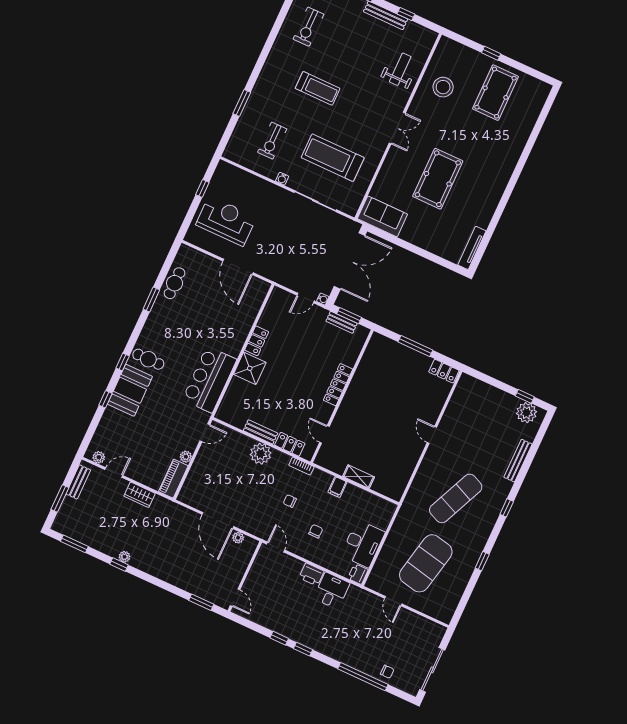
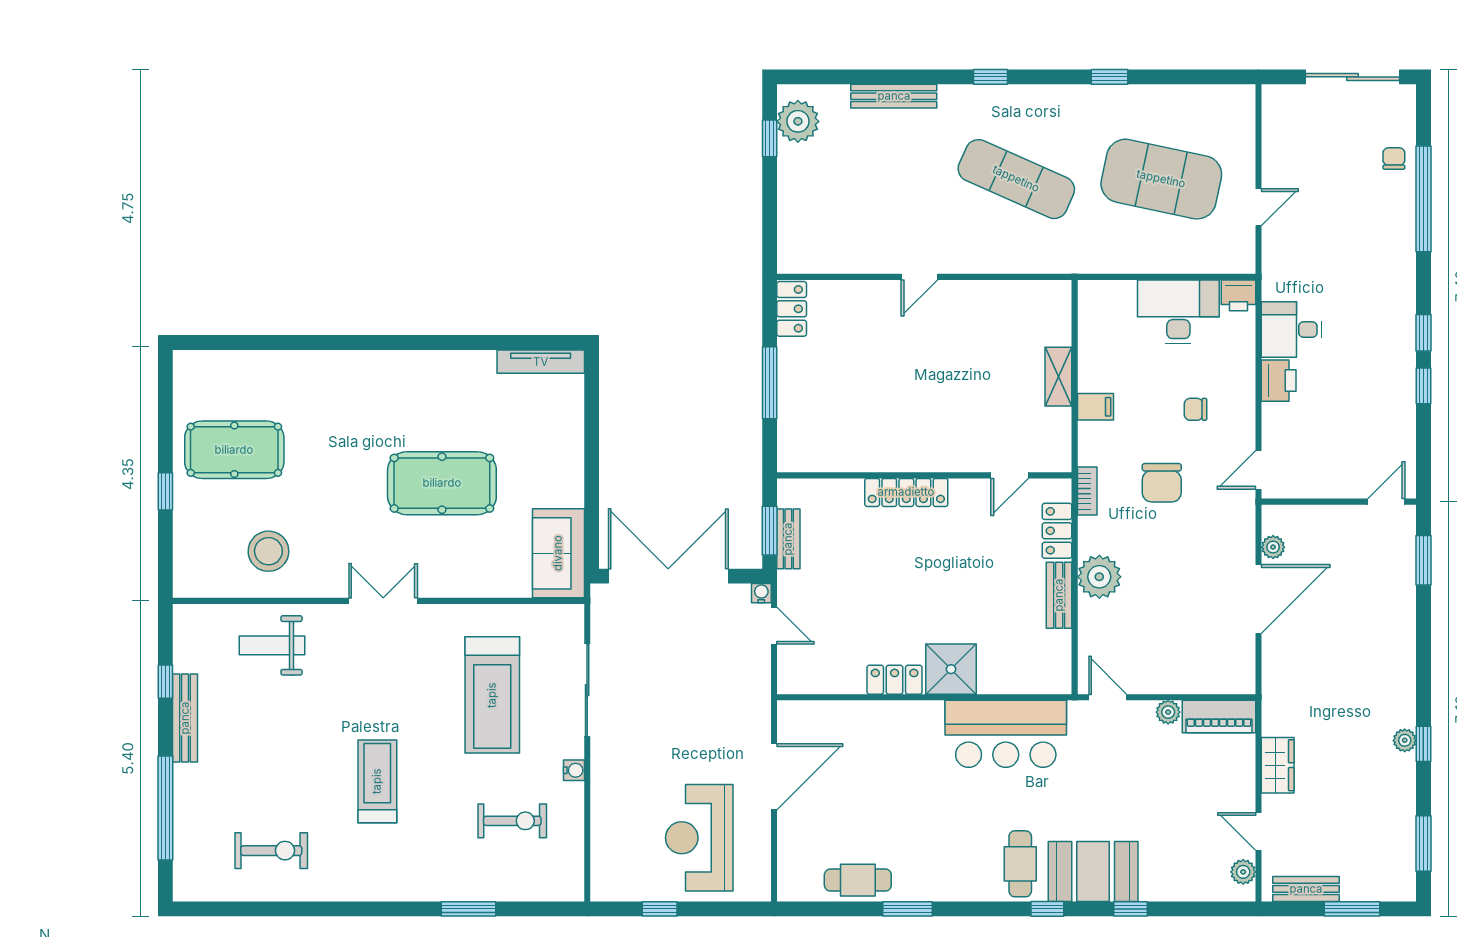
chair: (290, 501) -> (1162, 483), width x1.87, depth x1.87

